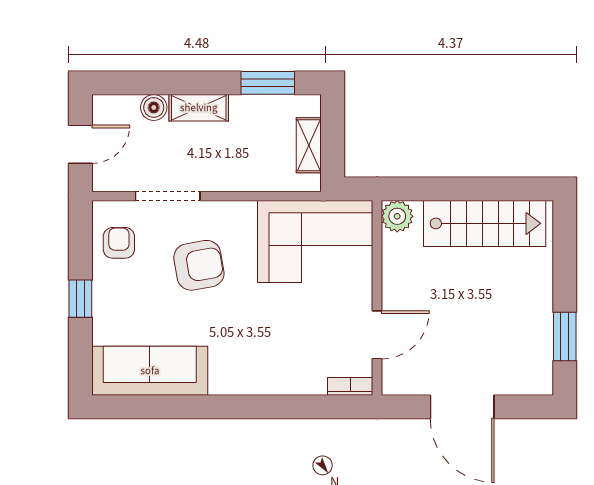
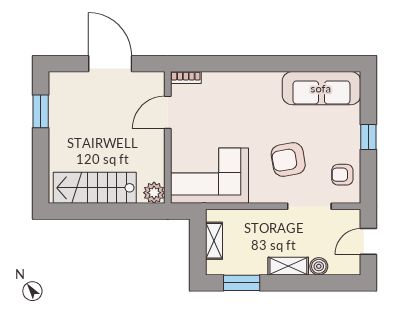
armchair: (119, 243) -> (342, 175), turned 90

